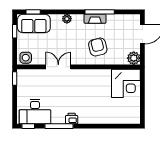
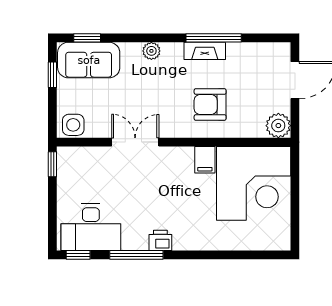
armchair: (98, 47) -> (210, 105), turned -76
filing cabinet: (95, 76) -> (205, 160), added
corner desk: (126, 83) -> (254, 183), width x1.36, depth x1.36

